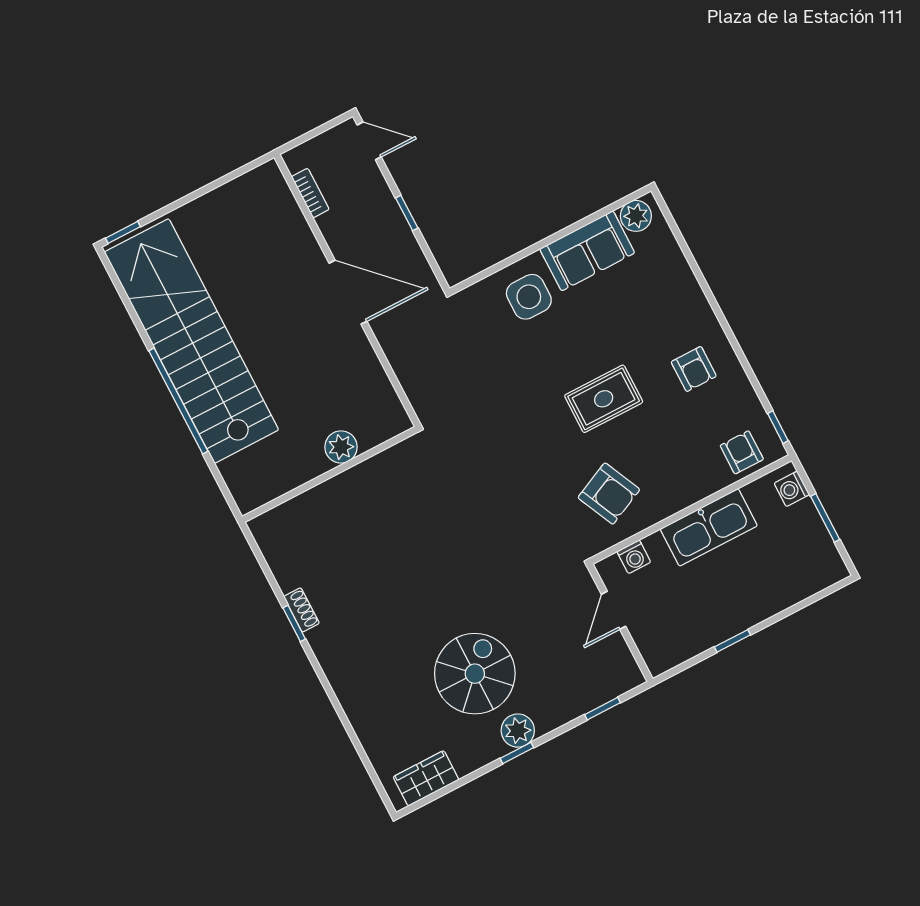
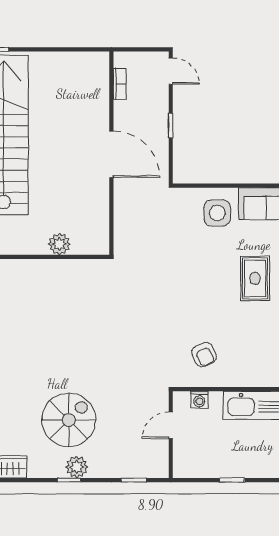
rug: (604, 399) -> (255, 278), moved, turned 90
armchair: (609, 494) -> (204, 354), width x0.72, depth x0.72

